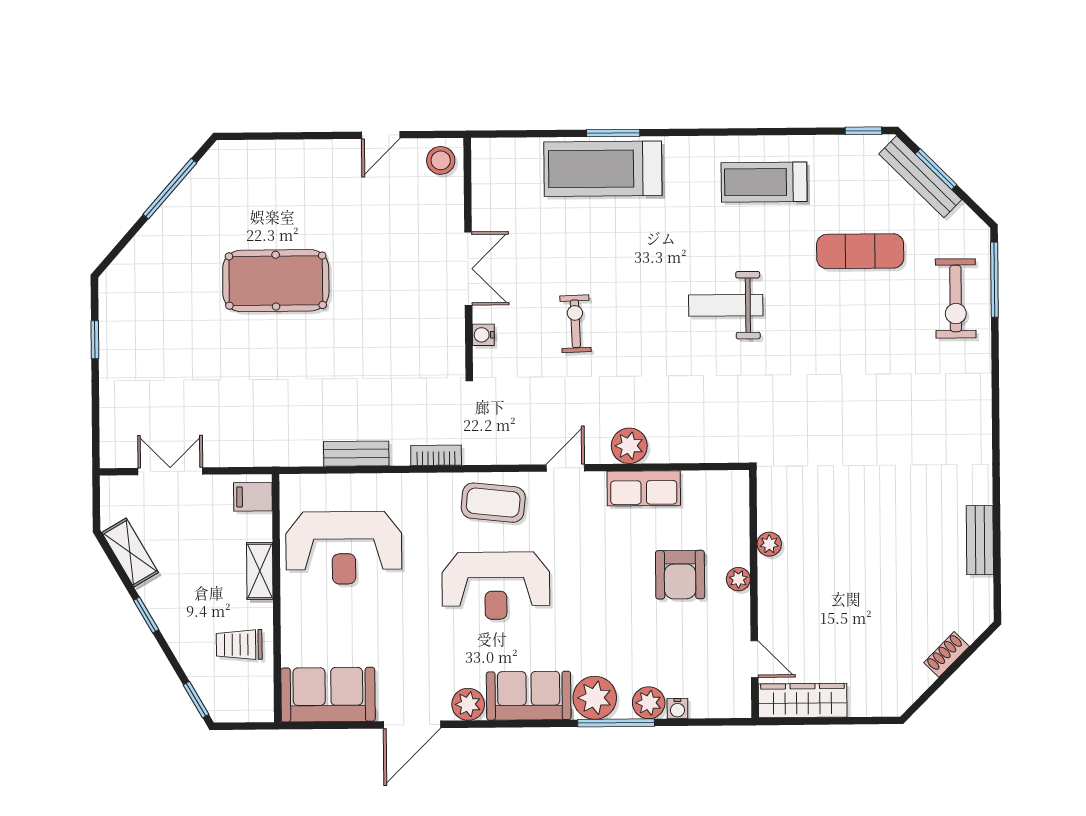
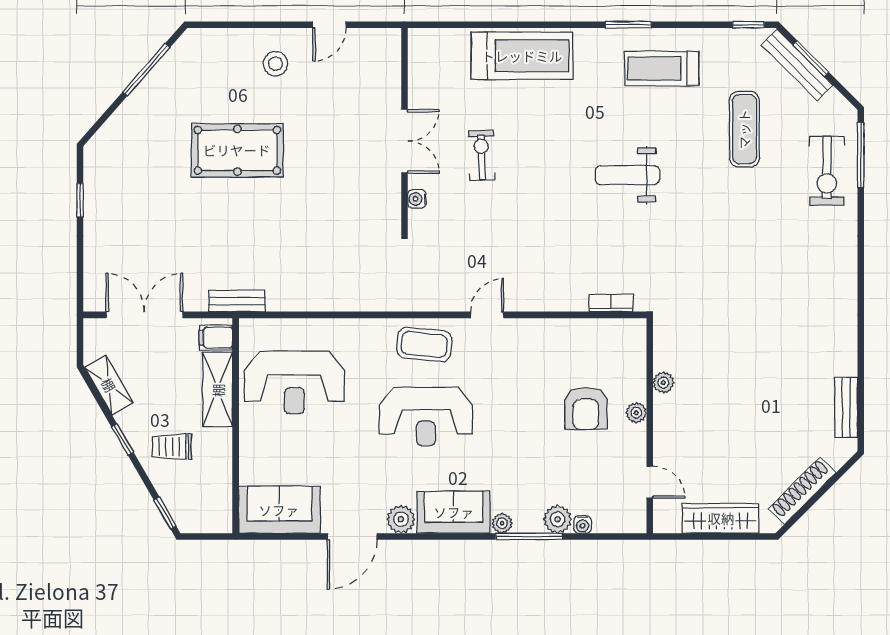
window: (613, 133) -> (628, 25), moved
stool: (441, 160) -> (275, 64), moved
treadmill: (603, 169) -> (522, 56), turned 180
exercise mat: (860, 251) -> (744, 129), turned 90
exercise bike: (575, 324) -> (481, 155), moved
plant: (629, 446) -> (543, 296), removed
bench: (356, 454) -> (237, 301), moved
bookcase: (436, 455) -> (611, 303), moved
double door: (170, 471) -> (144, 315), width x1.37
row of seats: (644, 488) -> (555, 333), removed
bench: (980, 540) -> (846, 407), moved
shelving: (260, 571) -> (218, 390), width x1.50, depth x1.33
trolley: (239, 645) -> (172, 447), moved
shoe rack: (946, 654) -> (802, 491), width x1.94, depth x1.24
plant: (595, 698) -> (502, 523), width x0.53, depth x0.53
wardrobe: (803, 701) -> (721, 518), moved

